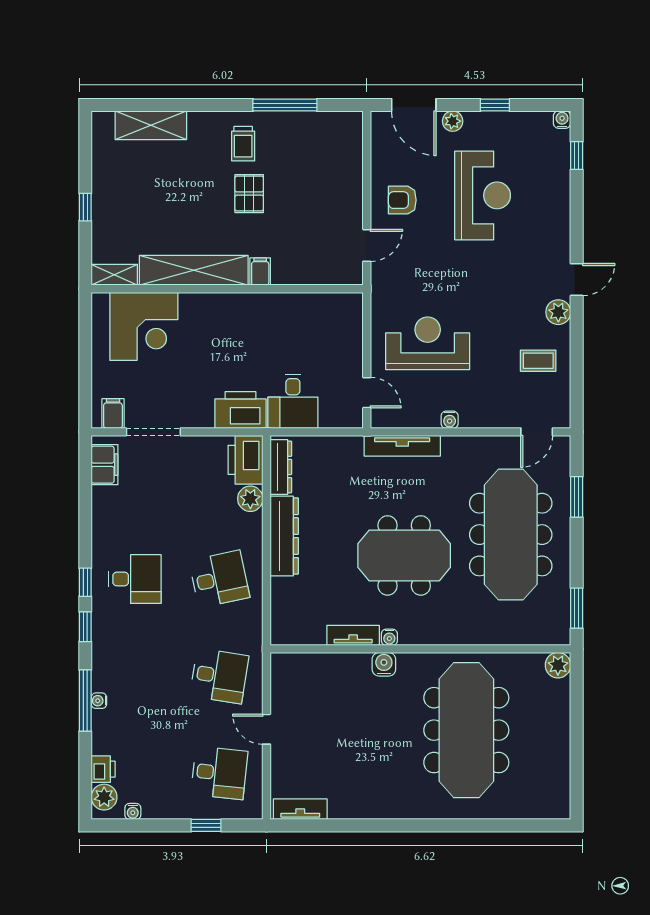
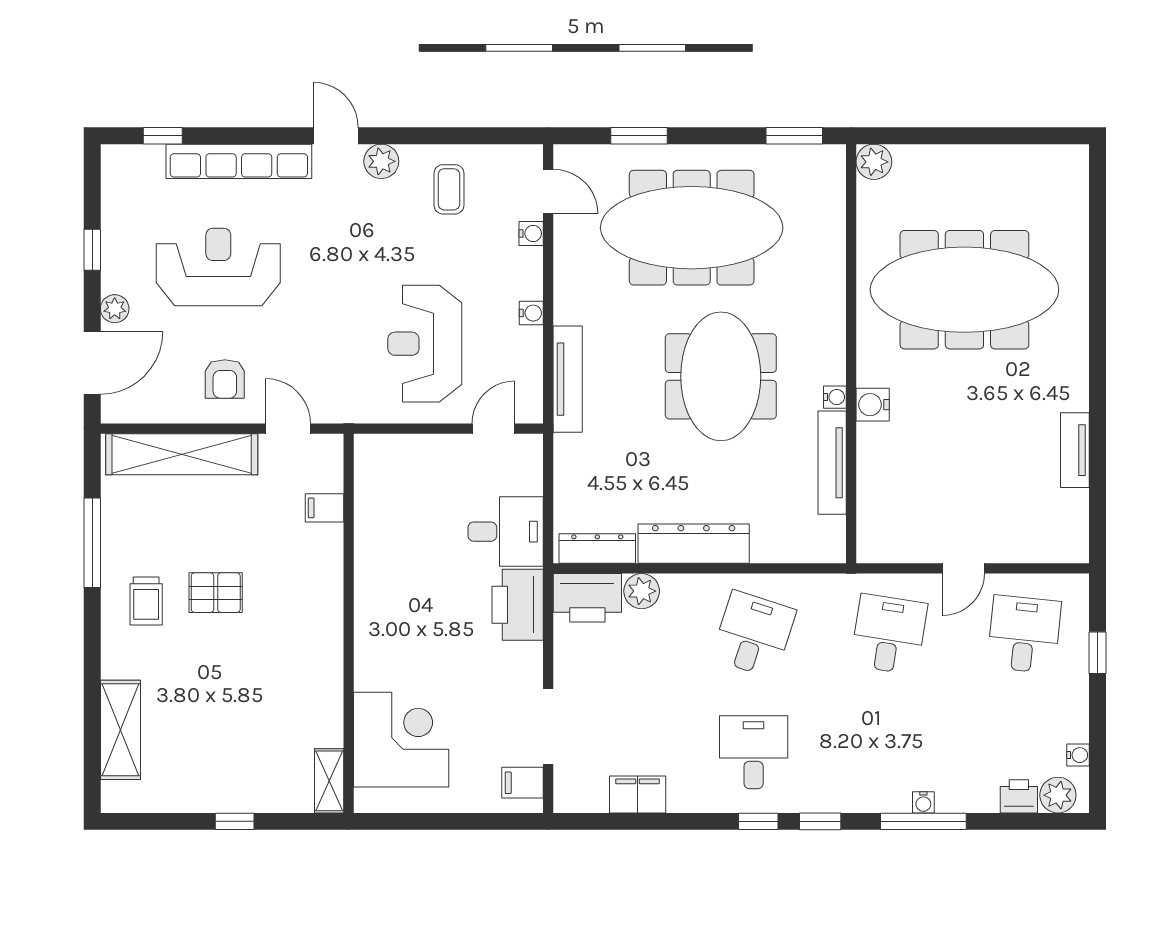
water cooler: (562, 120) -> (531, 234), moved, turned 180
trolley: (243, 144) -> (146, 601), turned 90
row of seats: (558, 210) -> (239, 161), added
shelving: (194, 270) -> (182, 454), moved, turned 90
filing cabinet: (260, 271) -> (324, 508), moved
filing cabinet: (105, 465) -> (638, 794), moved
desk: (219, 579) -> (754, 634), turned 30
tv unit: (353, 635) -> (832, 463), width x1.41
tv unit: (300, 809) -> (1075, 450), moved

